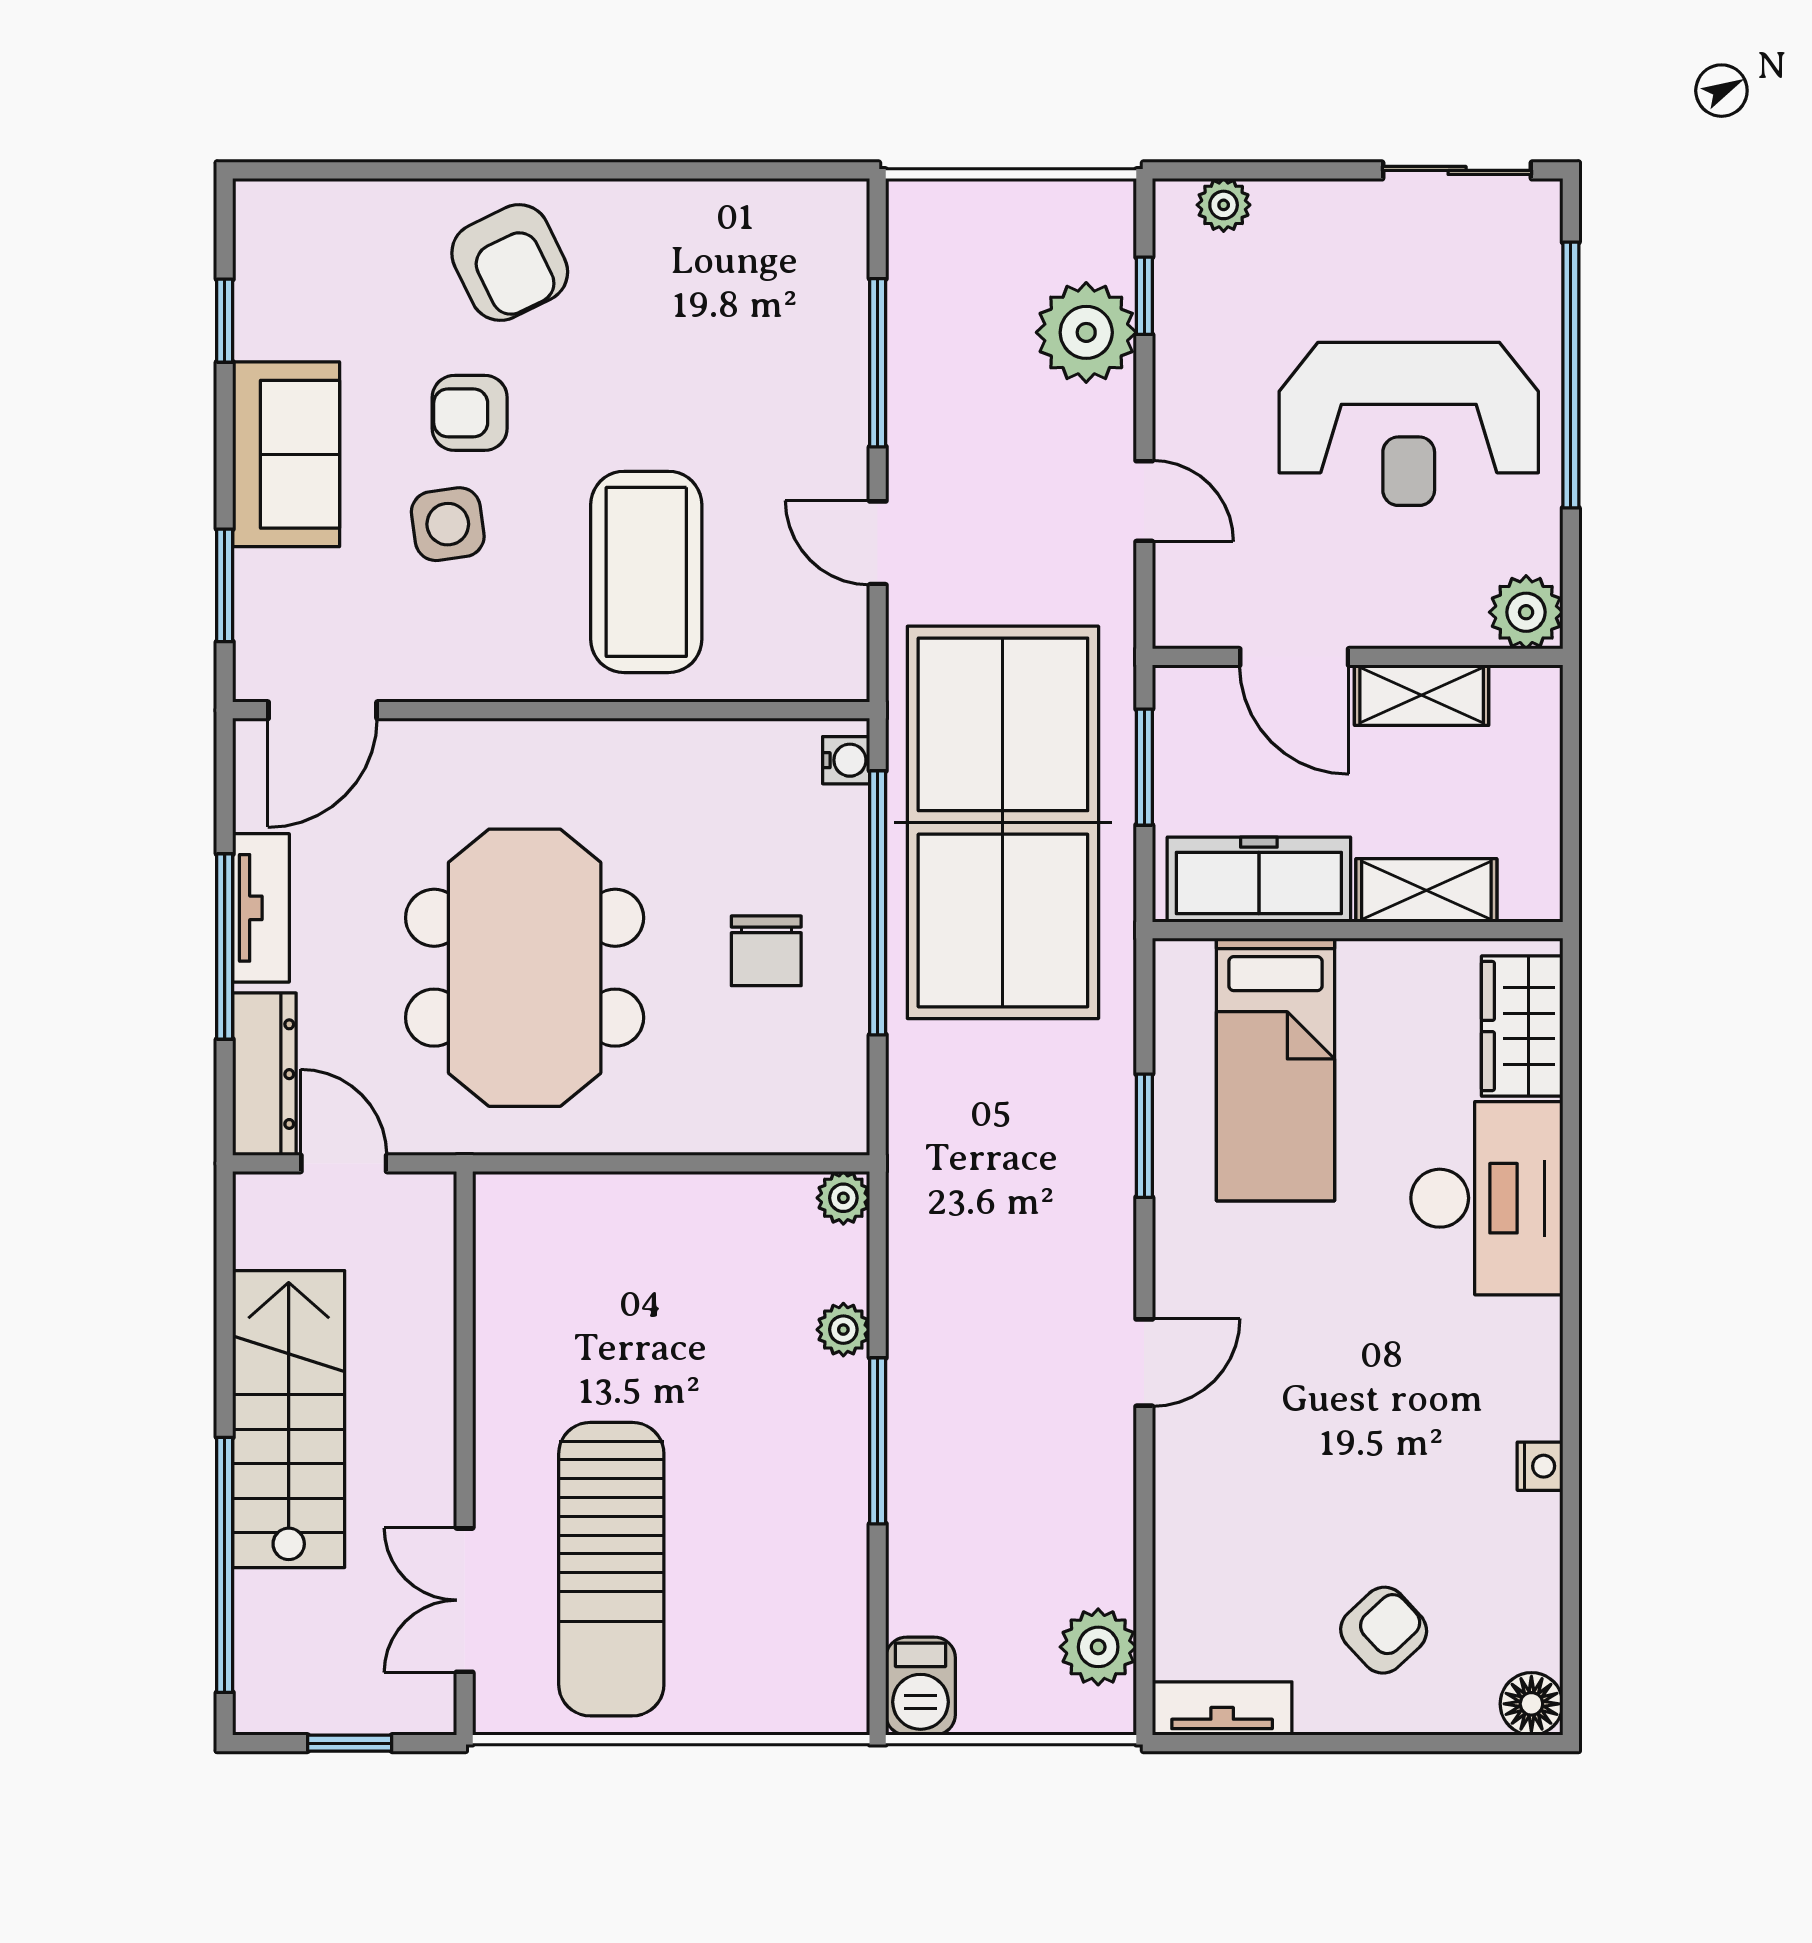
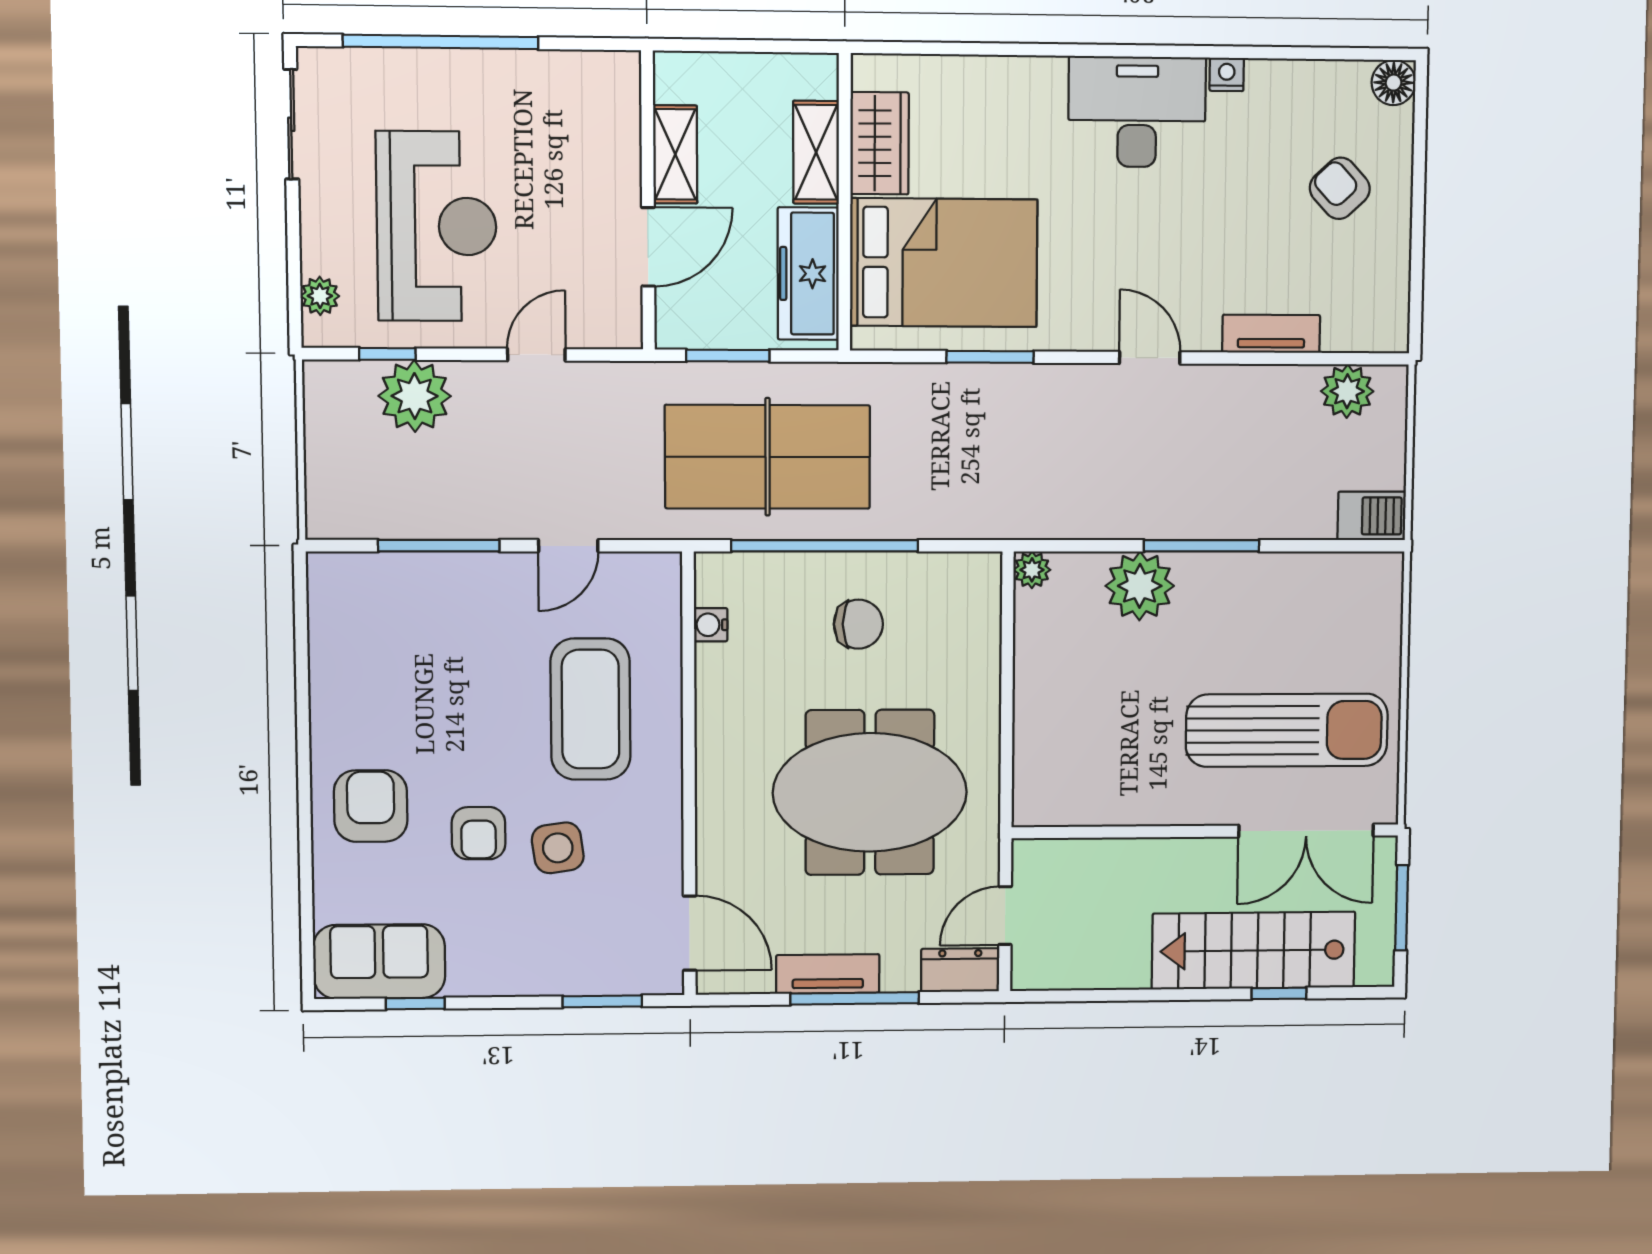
armchair: (510, 263) -> (371, 806), turned -64
reception desk: (1409, 424) -> (437, 226), moved
sofa: (286, 454) -> (379, 962), moved
coffee table: (646, 572) -> (590, 709), turned 90
plant: (1526, 612) -> (615, 77), removed
water cooler: (846, 760) -> (711, 625), moved, turned -90
table tennis table: (1003, 822) -> (768, 457), width x0.73, depth x0.76
wardrobe: (1522, 1026) -> (880, 143), moved, turned -90
bed: (1275, 1070) -> (944, 263), width x1.50
dresser: (264, 1074) -> (960, 970), width x0.70
desk: (1487, 1198) -> (1137, 112), moved
plant: (843, 1330) -> (1140, 586), width x1.87, depth x1.87
stairs: (289, 1419) -> (1254, 951), moved
window: (225, 1565) -> (1279, 993), width x0.32
double door: (465, 1600) -> (1306, 831), width x1.37
tv unit: (1222, 1708) -> (1271, 334), moved, turned 90
window: (350, 1743) -> (1402, 908), width x1.50

